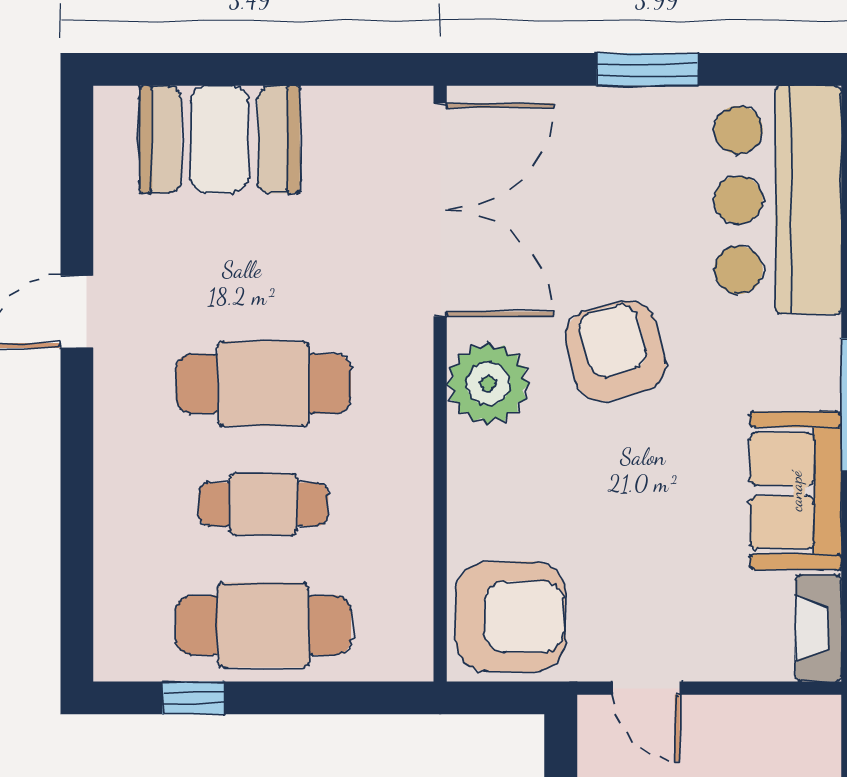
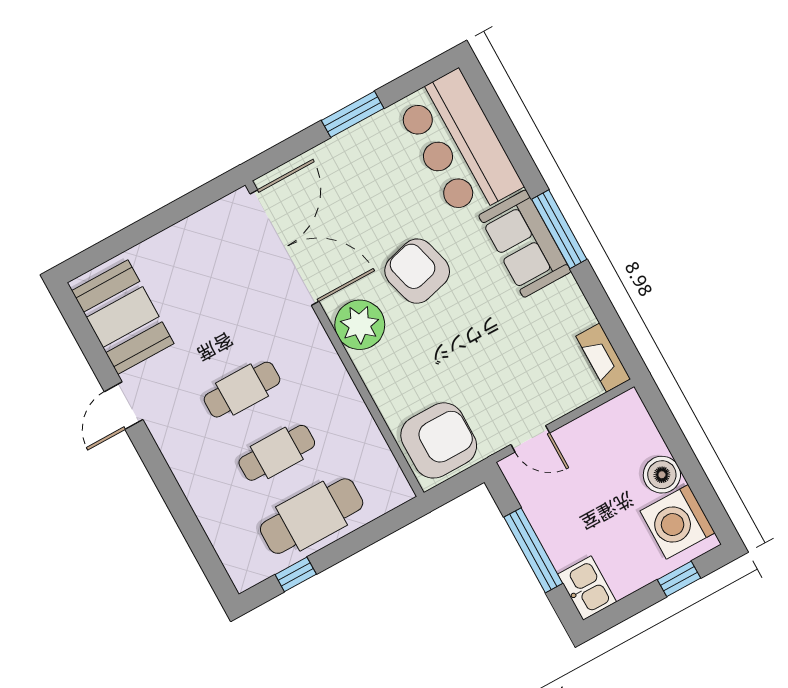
booth: (219, 140) -> (123, 317), moved, turned 90
cafe table: (263, 384) -> (242, 390), width x0.73, depth x0.74
sofa: (796, 491) -> (525, 244), moved

